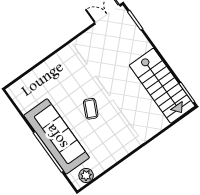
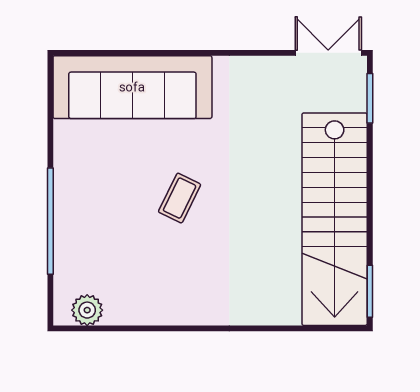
stairs: (162, 86) -> (335, 219), width x1.36
sofa: (57, 136) -> (132, 87), moved, turned 90

